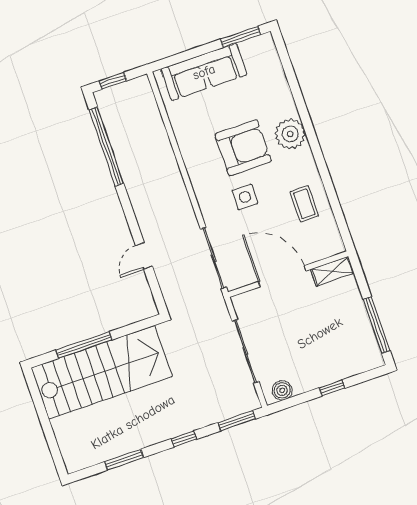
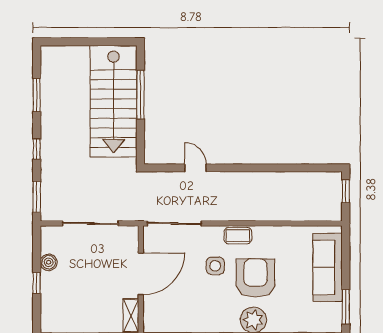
window: (106, 147) -> (294, 168), removed
armchair: (243, 148) -> (255, 278), turned 180
coffee table: (304, 204) -> (238, 236), moved
boiler: (282, 390) -> (49, 262), moved

